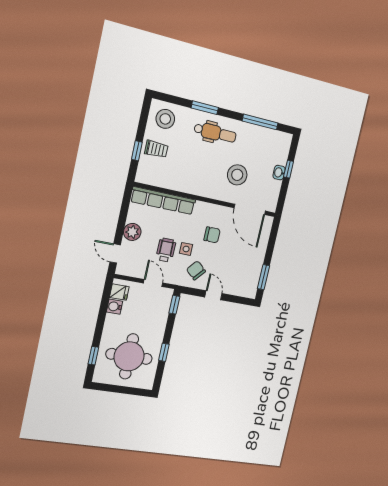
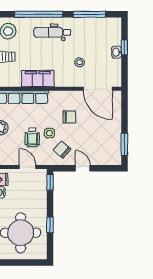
window: (205, 108) -> (39, 14), width x2.11
dental chair: (215, 133) -> (52, 32), turned 180
stool: (237, 175) -> (80, 62), width x0.53, depth x0.53
filing cabinet: (187, 183) -> (38, 79), added
wheelchair: (166, 250) -> (32, 137), turned 180

